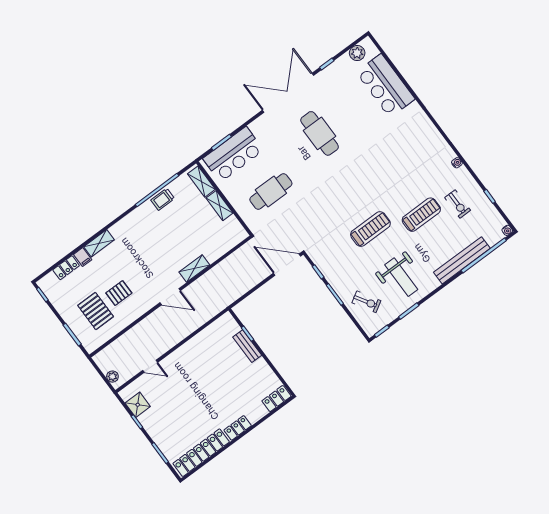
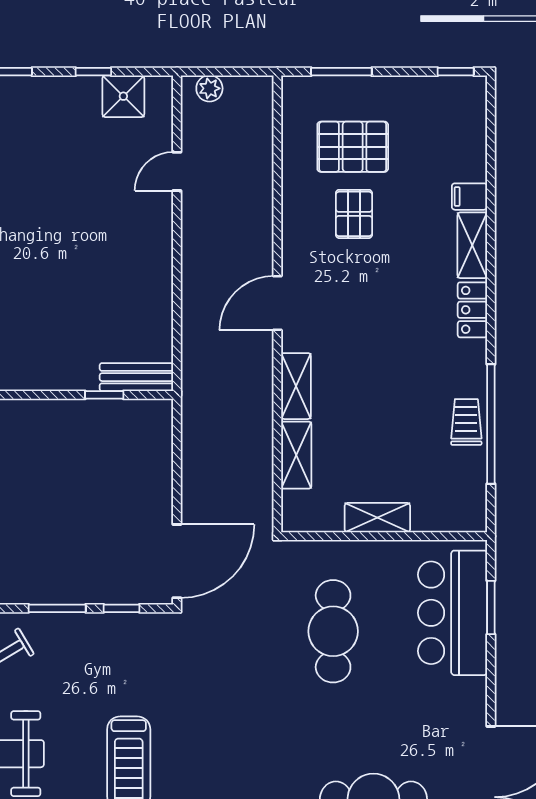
shelving: (201, 182) -> (296, 455), moved, turned 90
locker: (66, 268) -> (472, 310), moved
bench: (247, 346) -> (136, 377), moved

